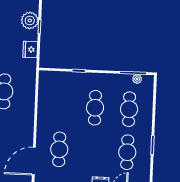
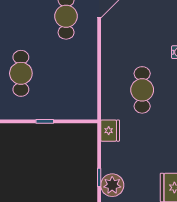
fridge: (30, 50) -> (110, 131), moved

